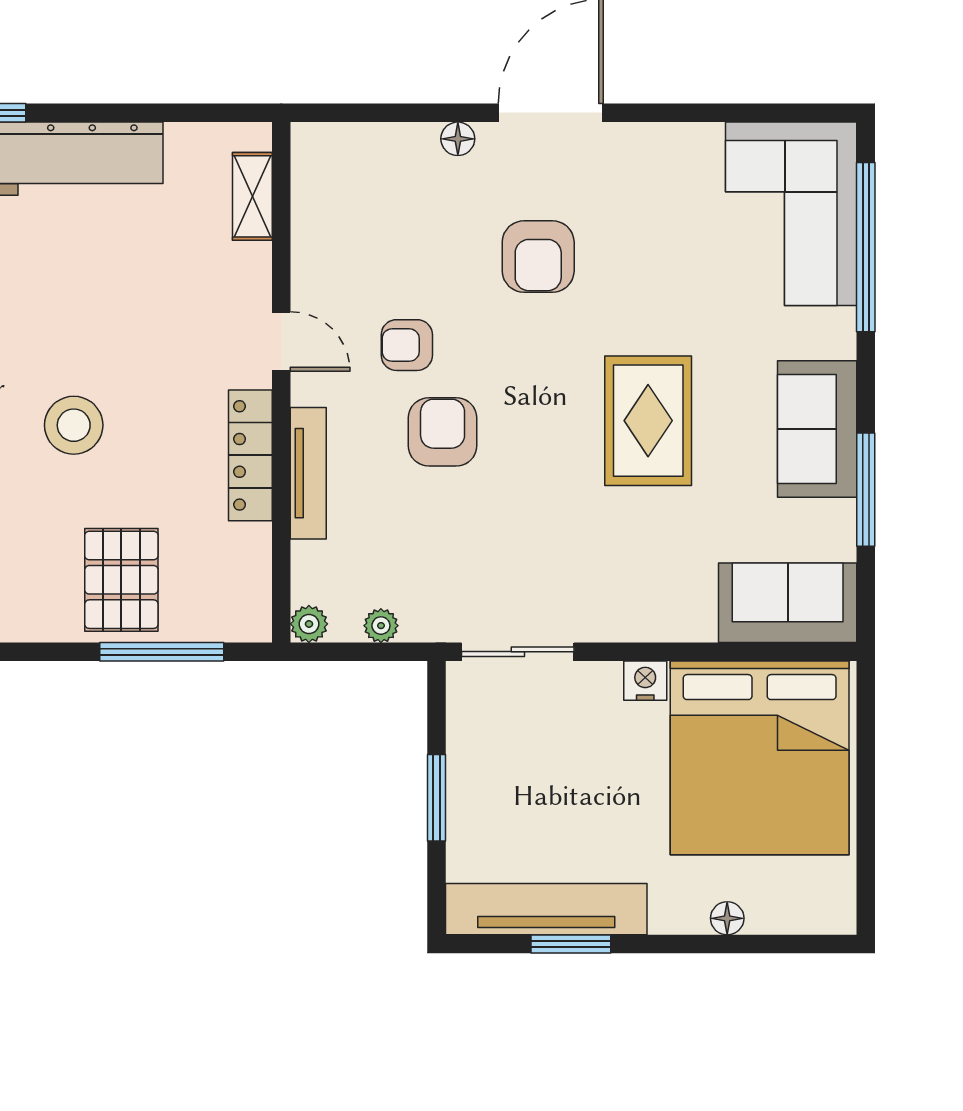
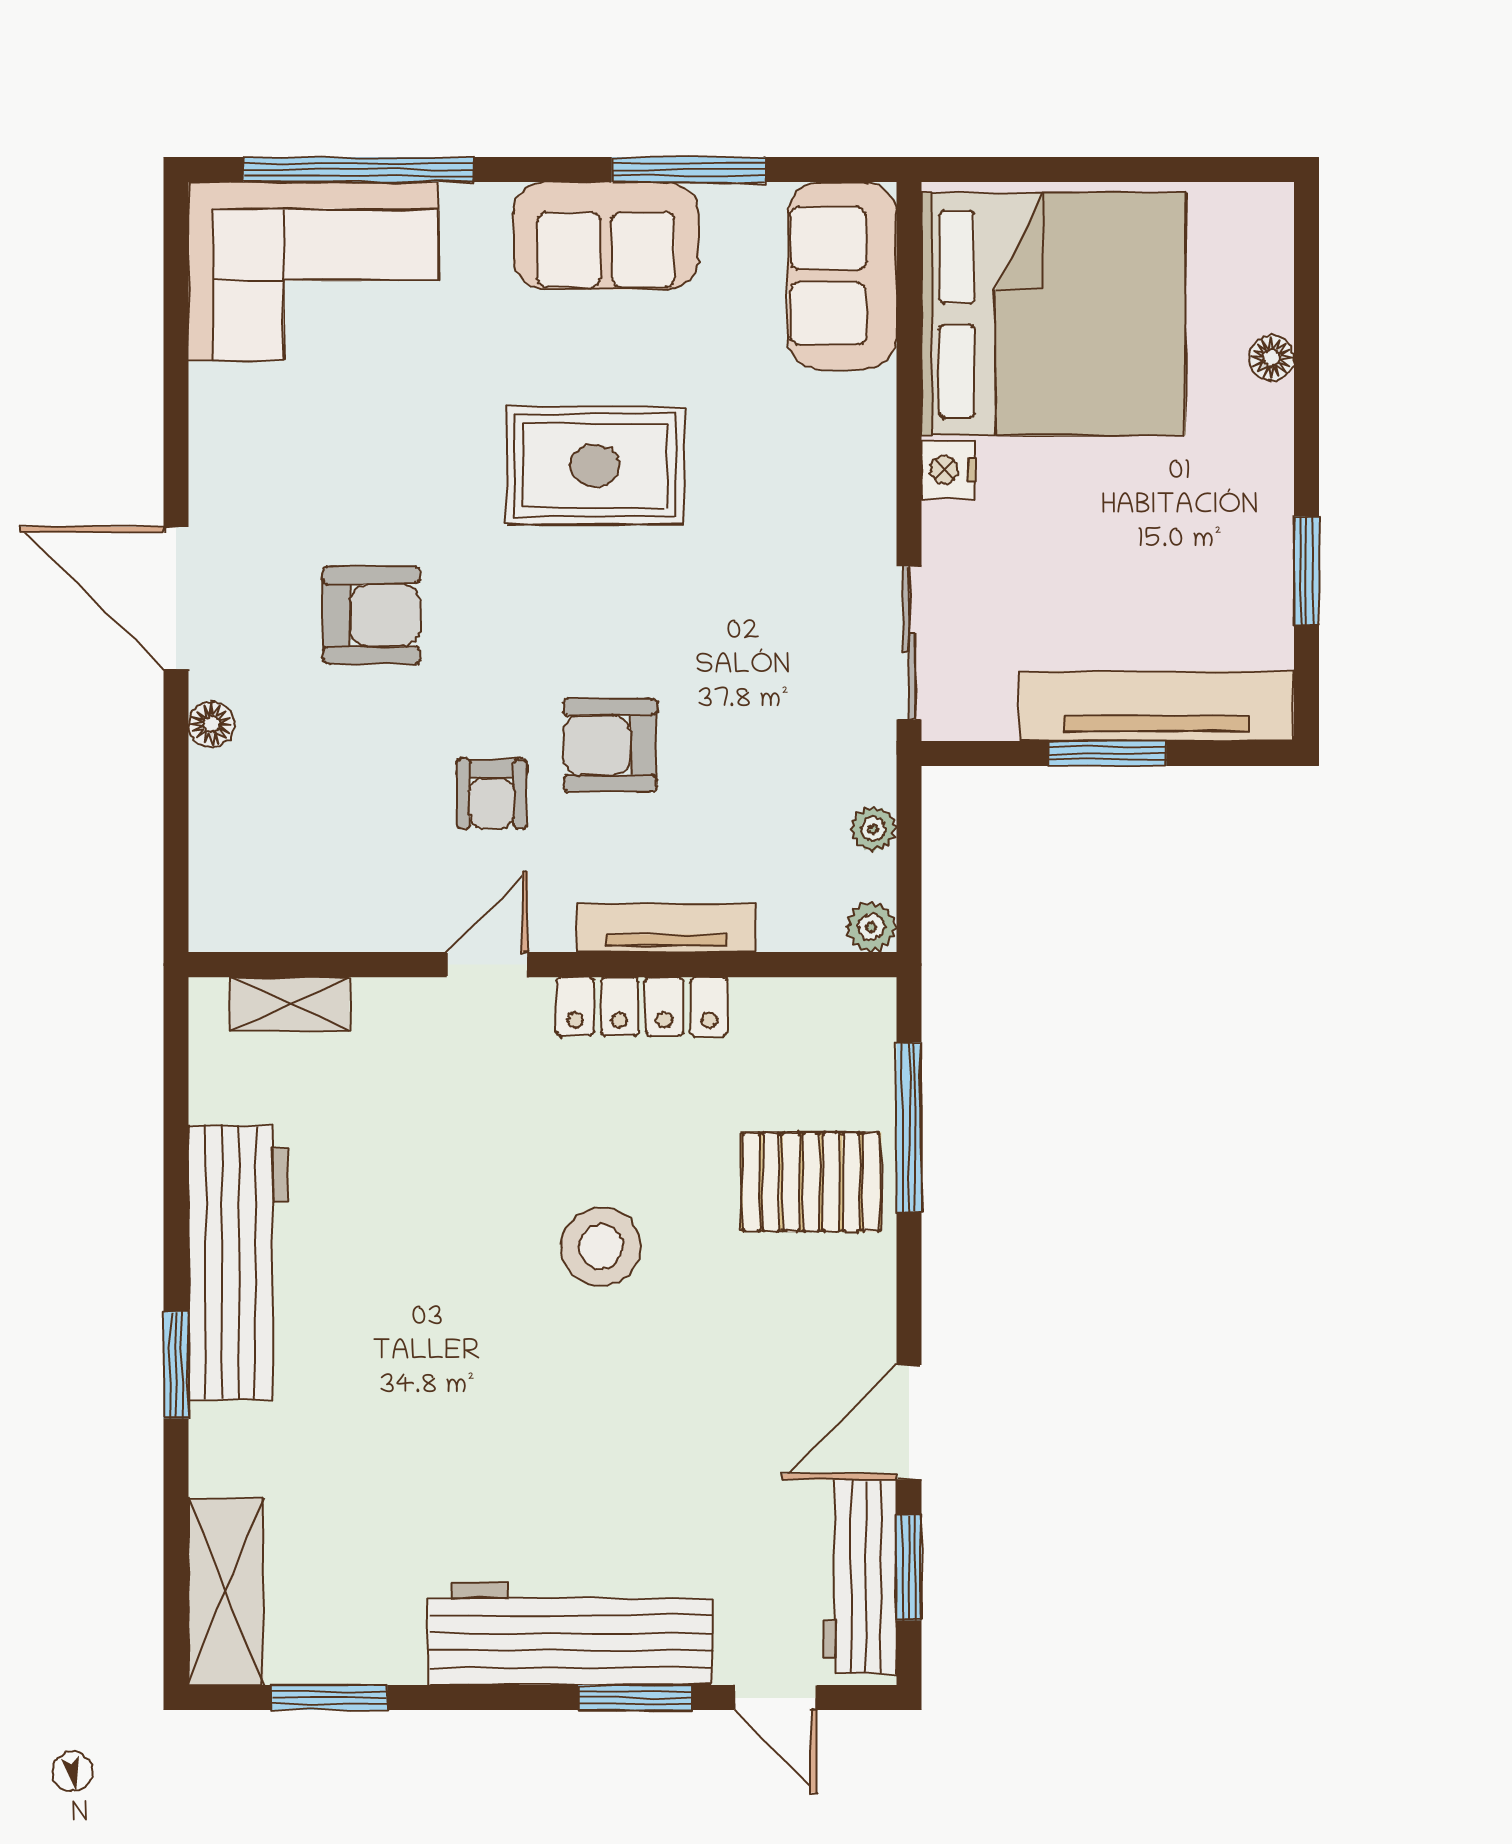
tv unit: (546, 909) -> (1156, 706), moved, turned 90

